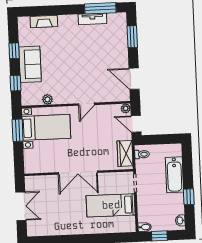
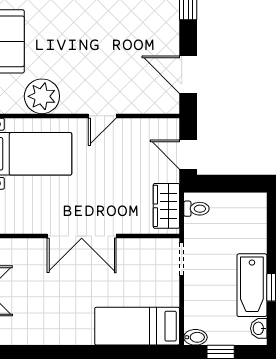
plant: (47, 99) -> (42, 96), width x1.87, depth x1.87
plant: (126, 108) -> (171, 127), removed
bathtub: (174, 175) -> (252, 285), moved
bed: (111, 205) -> (137, 326), moved

